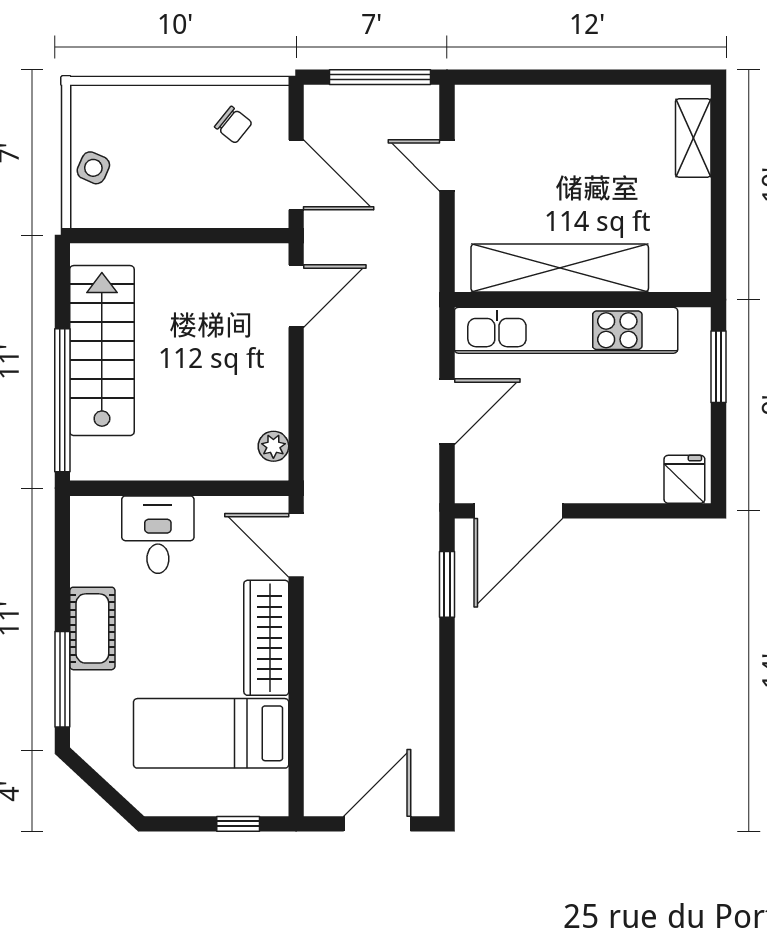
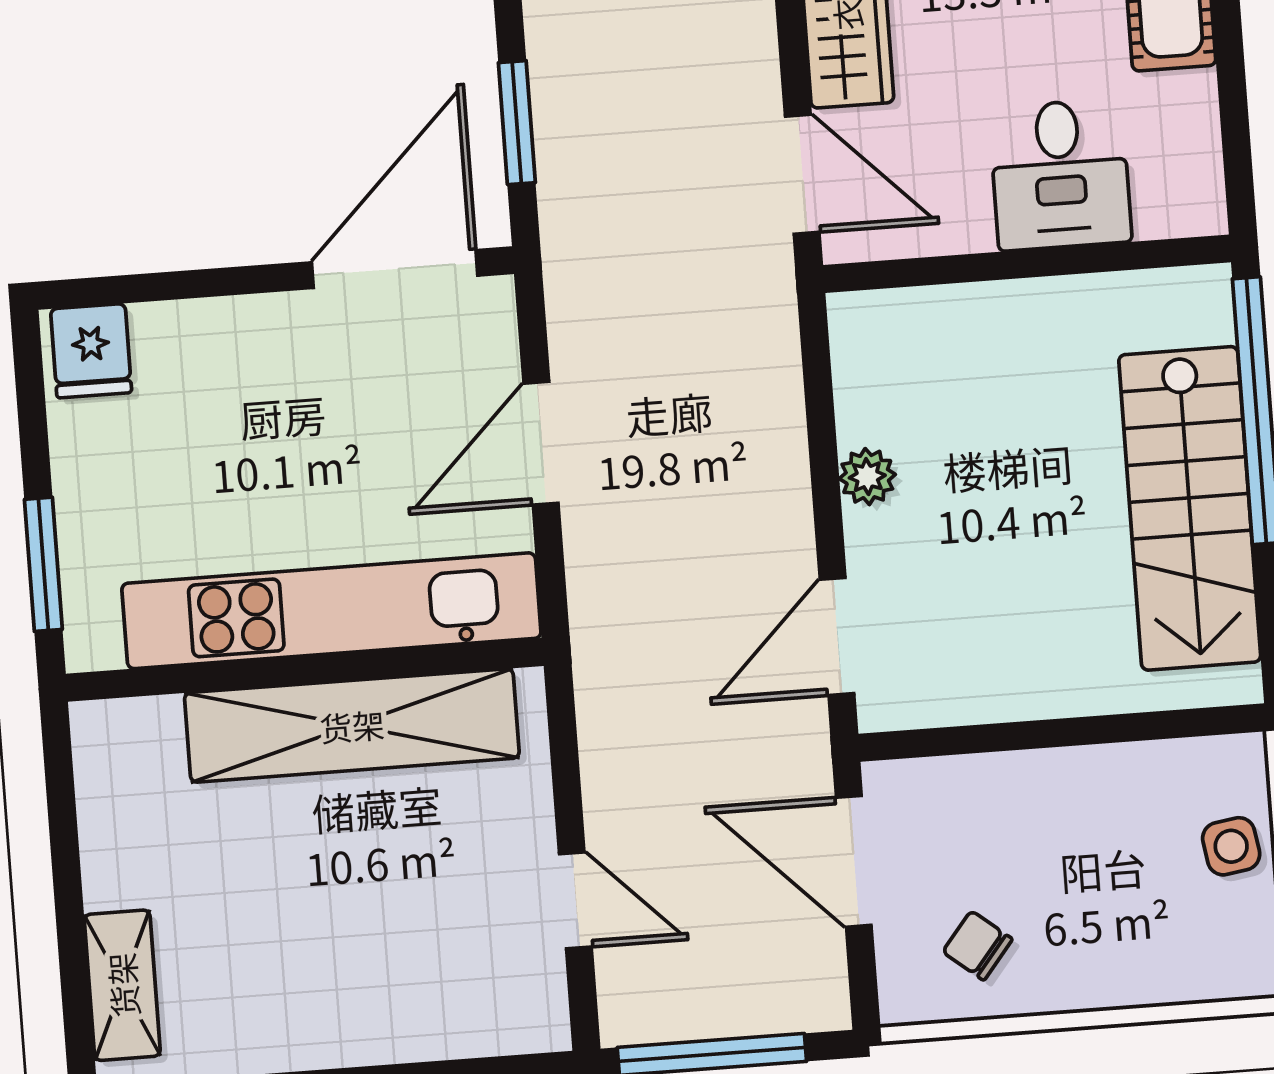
side table: (93, 168) -> (1231, 846), turned -33
plant: (273, 446) -> (867, 477), moved

